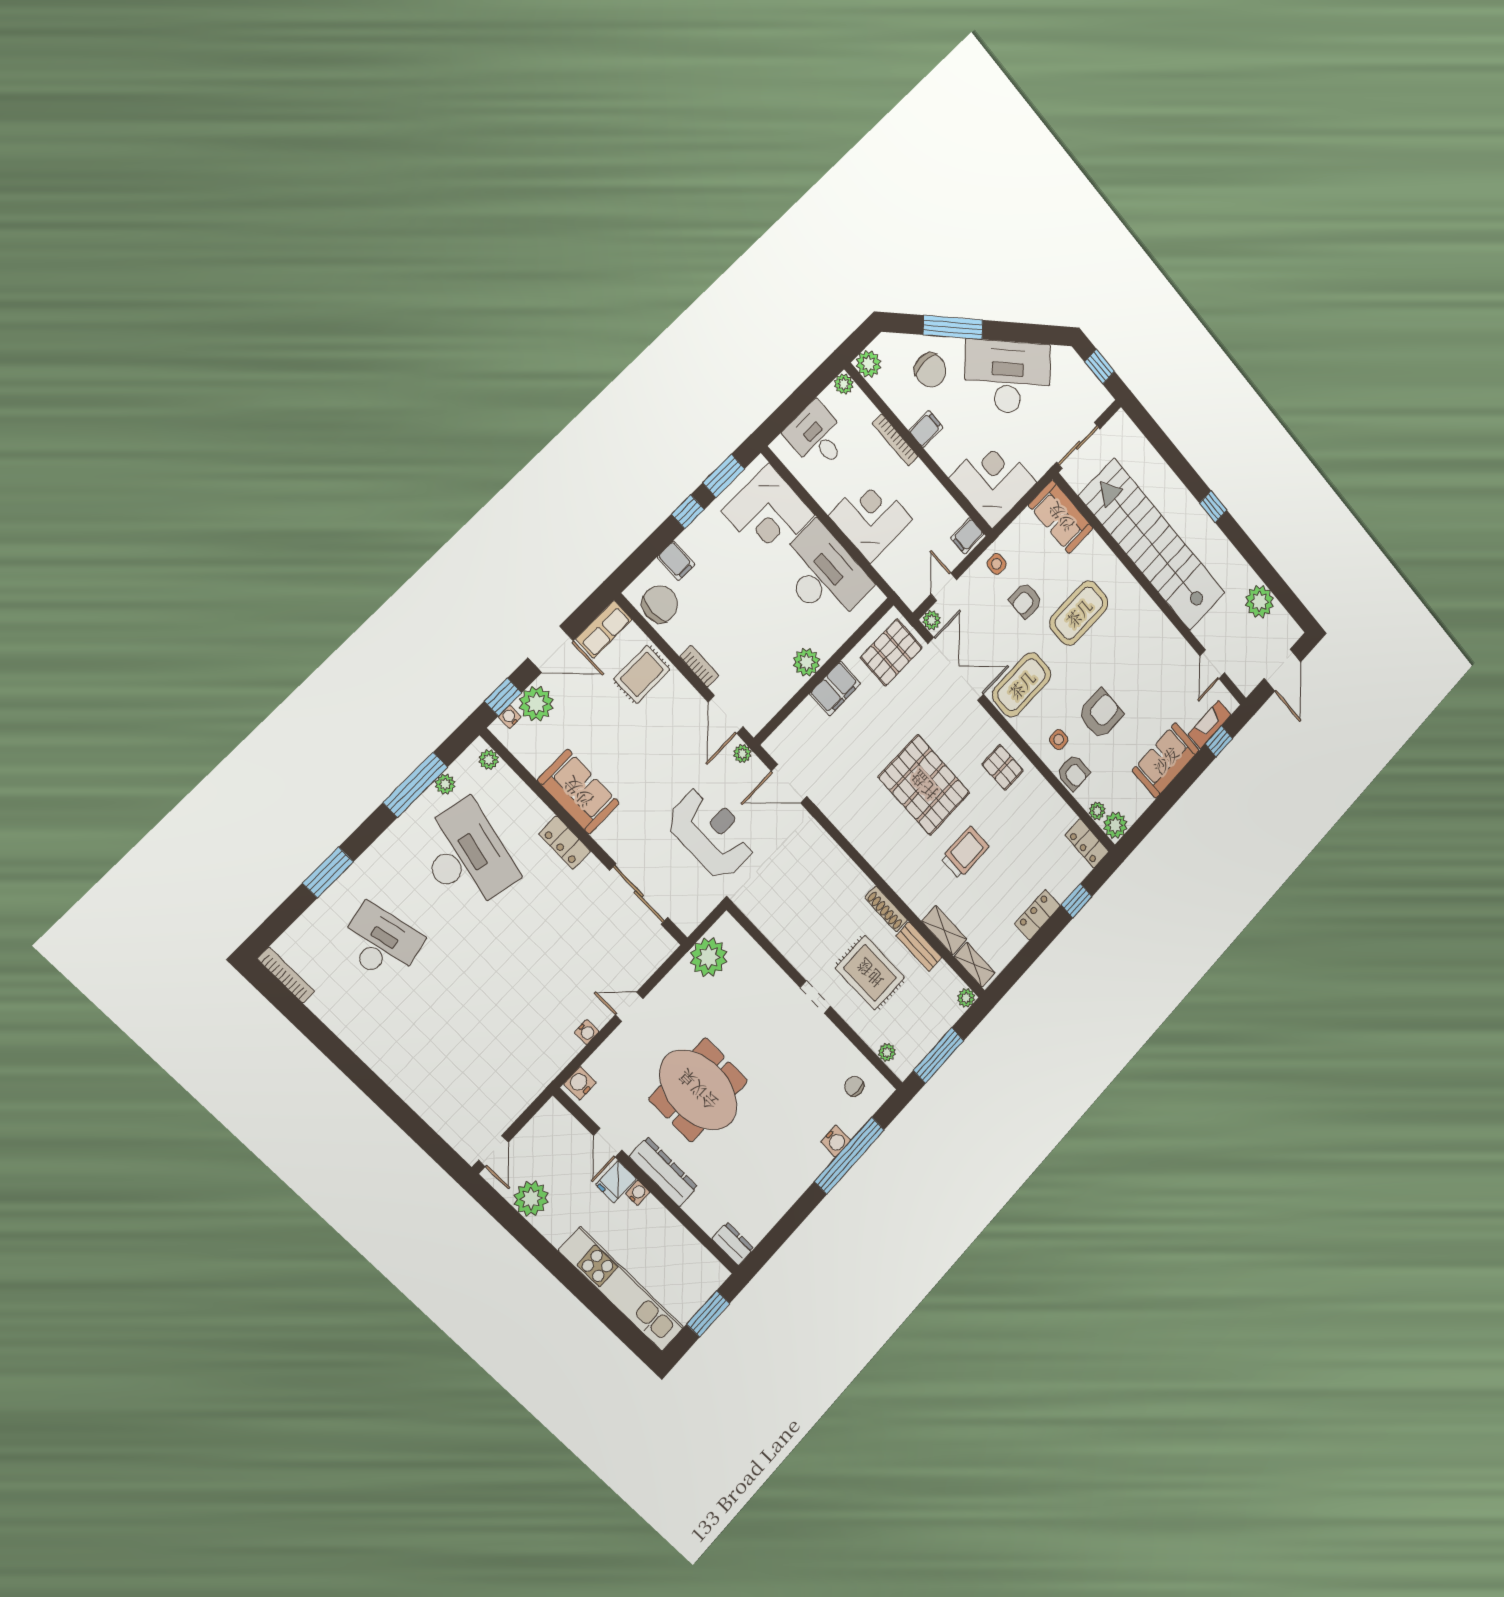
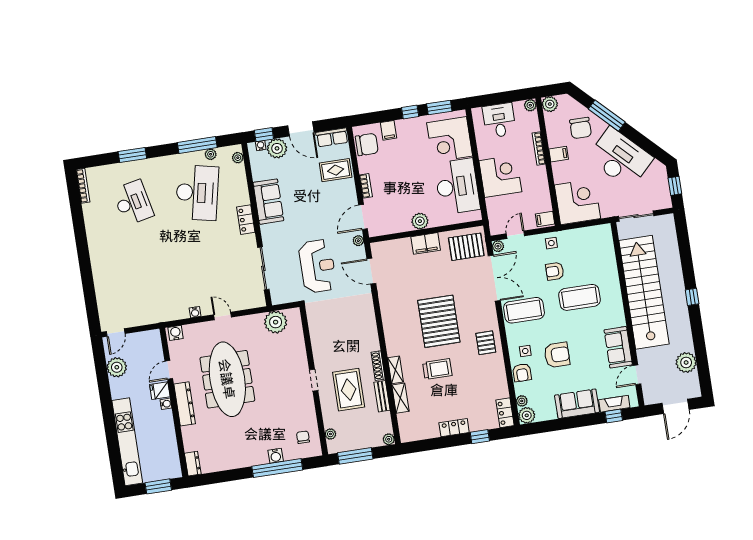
sofa: (1061, 517) -> (618, 347), moved
shelving: (975, 965) -> (395, 370), moved
meeting table: (698, 1090) -> (227, 379), width x1.36

